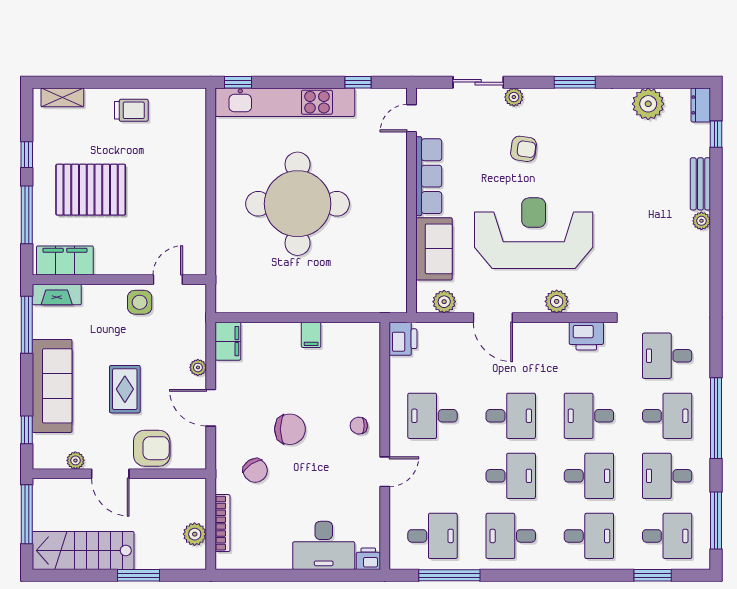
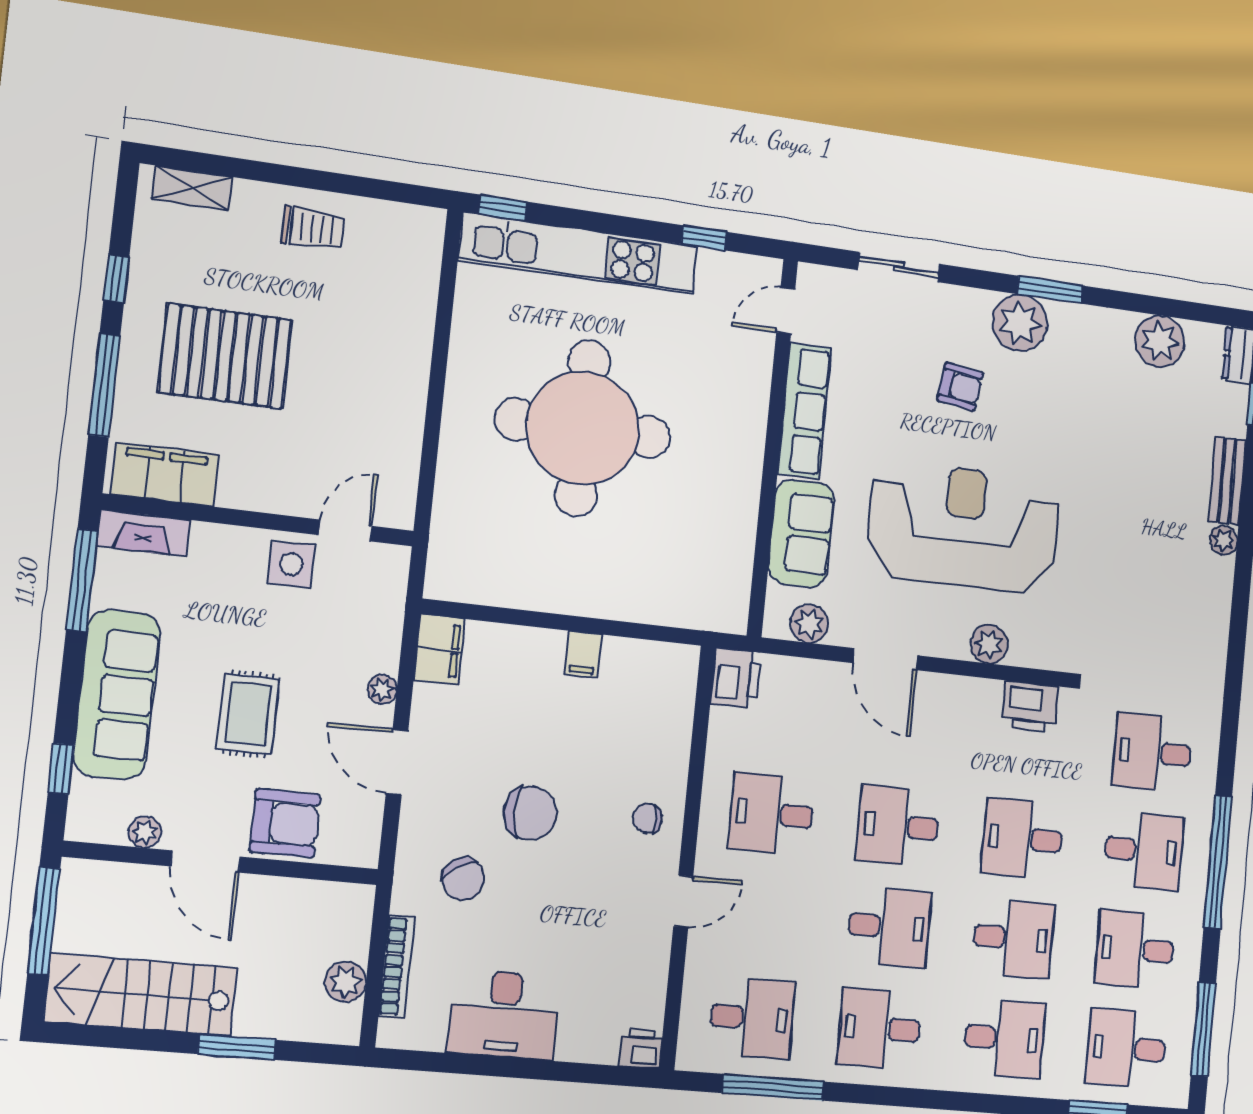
plant: (514, 97) -> (1020, 323), moved, width x1.88, depth x1.88
desk: (511, 416) -> (898, 826), turned 180
desk: (667, 536) -> (1126, 1048), turned 180
desk: (324, 545) -> (504, 1015), moved

